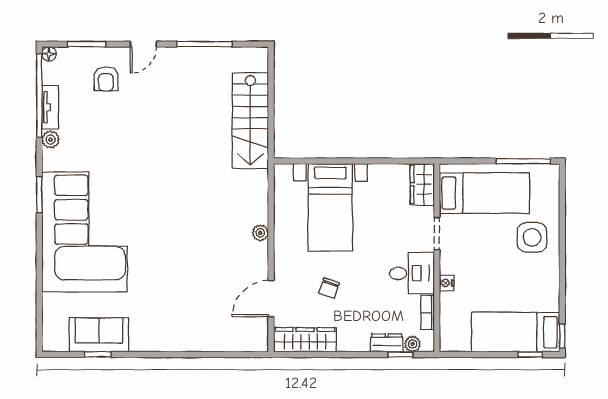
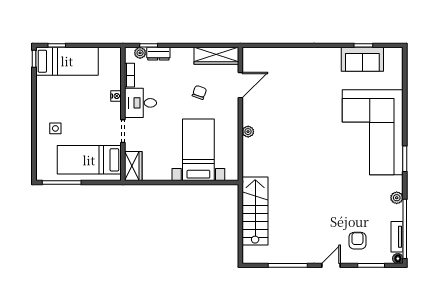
tv unit: (50, 107) -> (397, 237), moved
side table: (532, 237) -> (55, 128), width x0.54, depth x0.54

